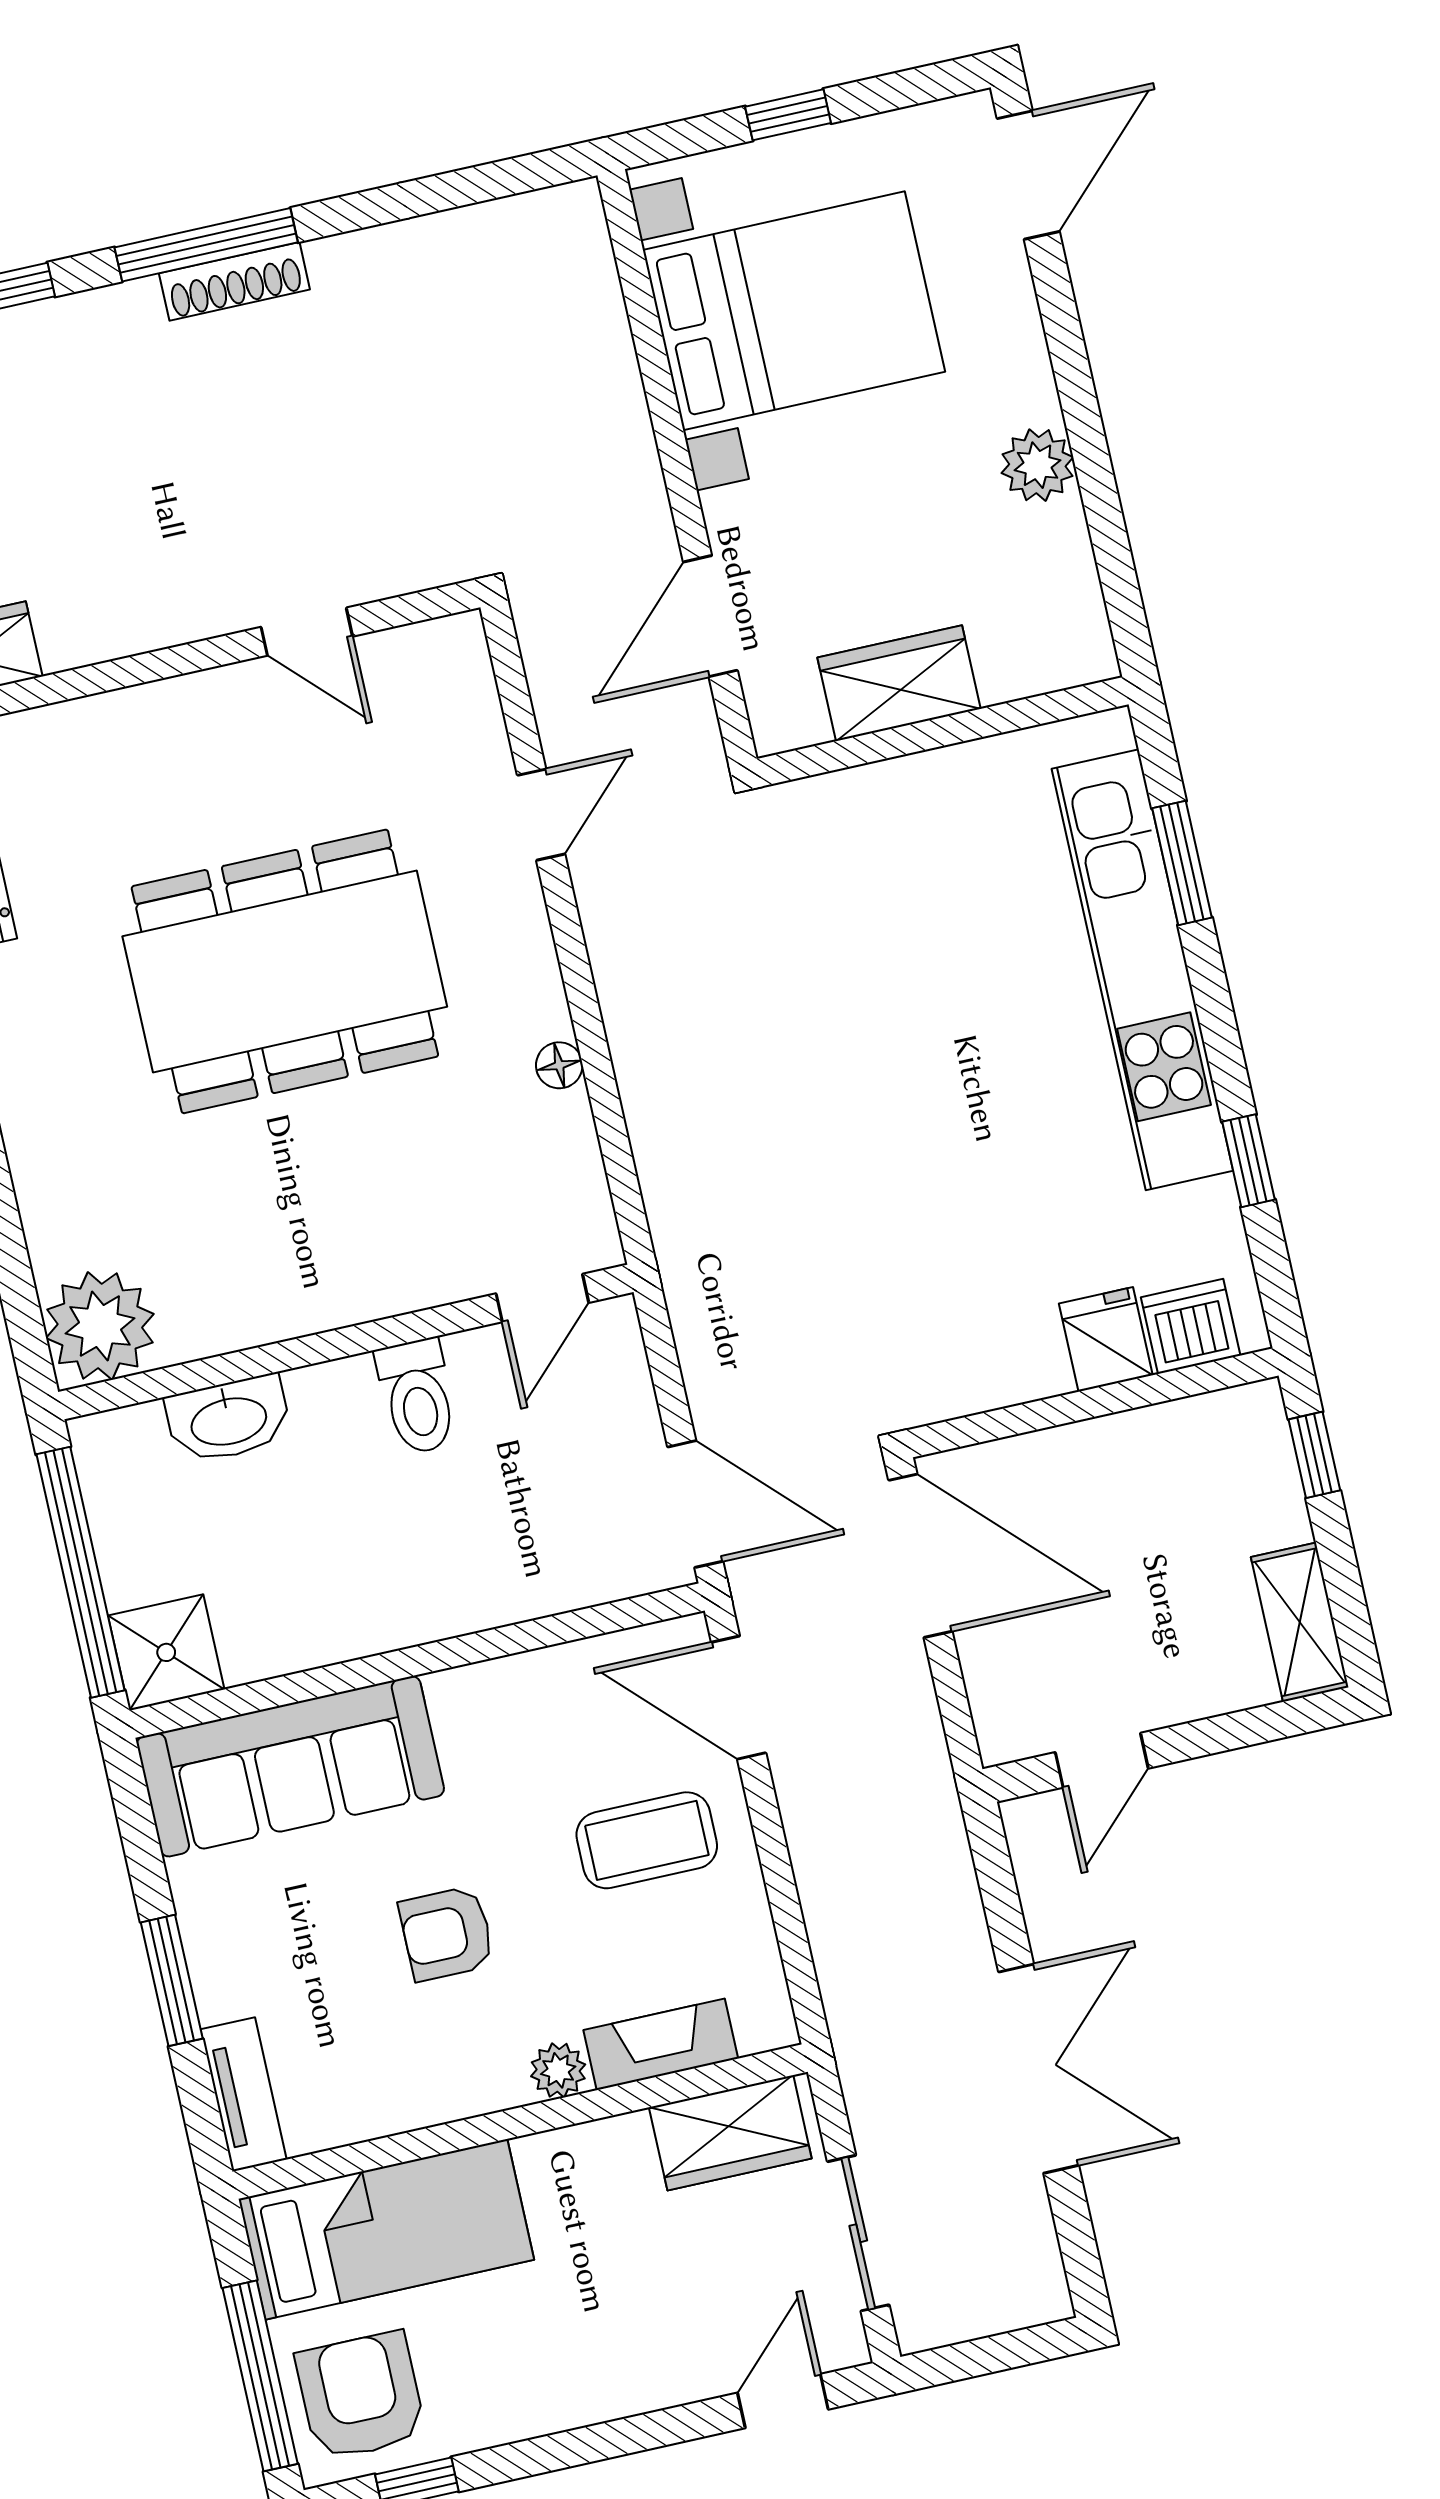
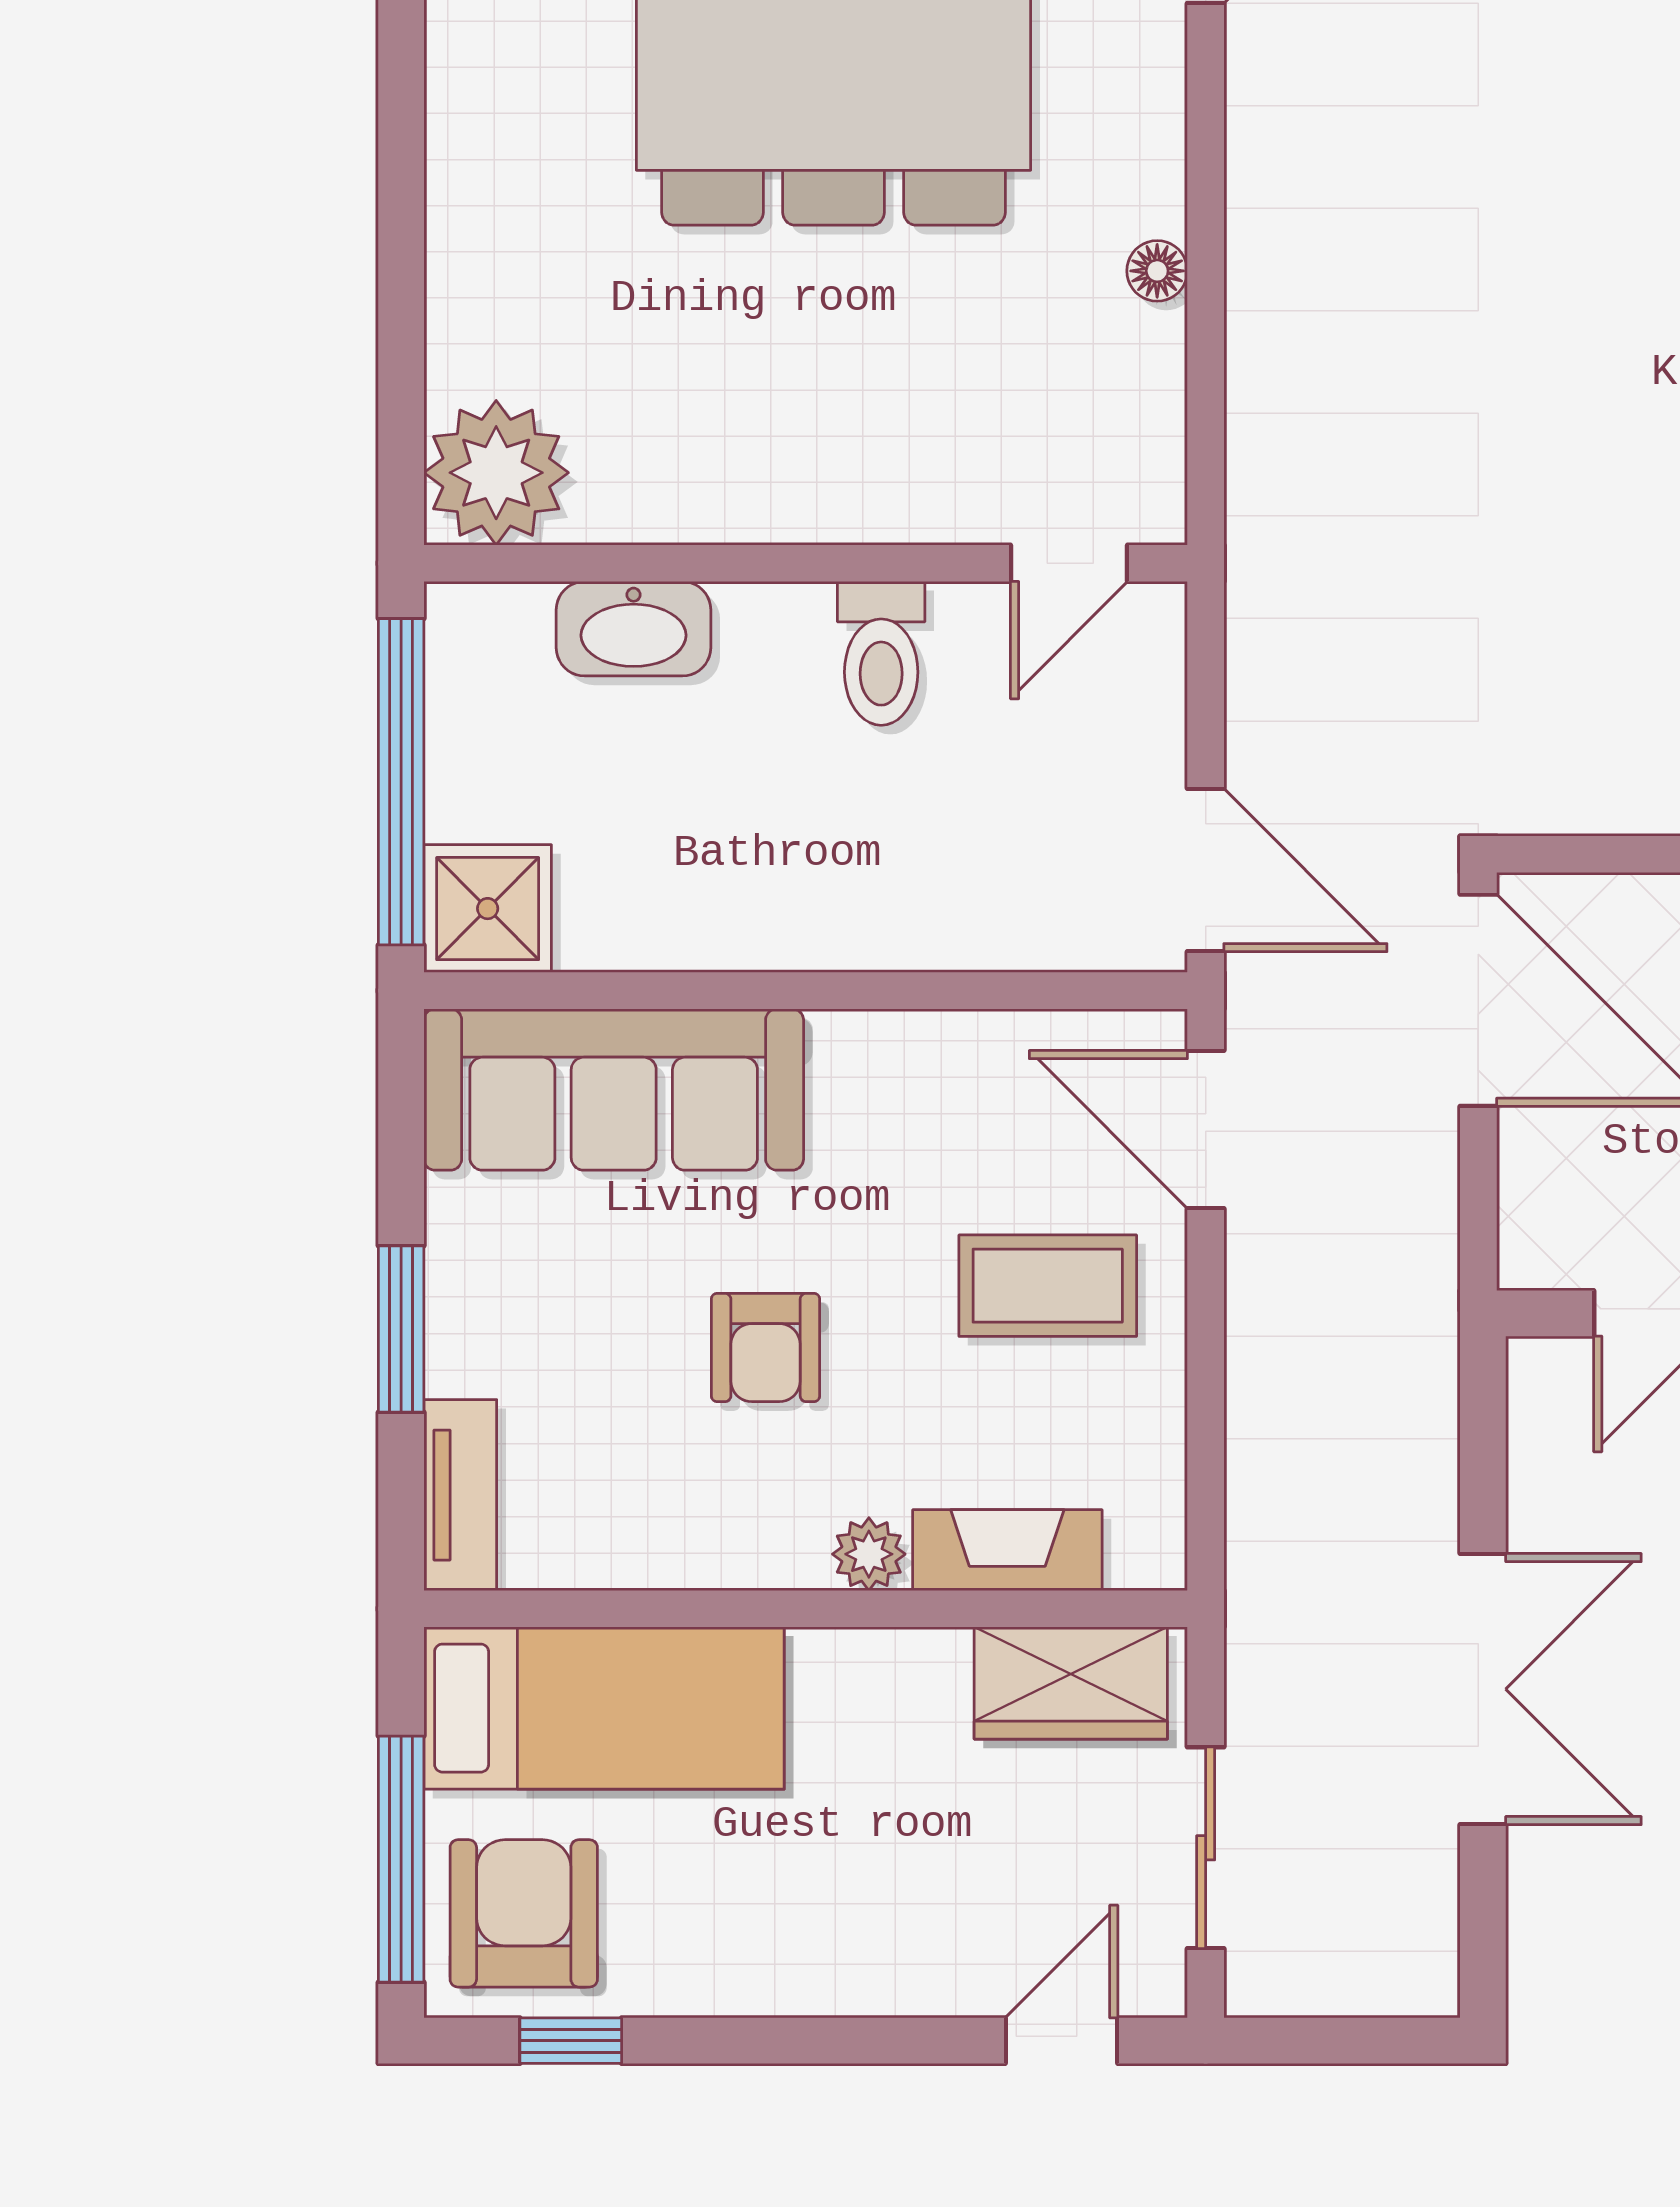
armchair: (447, 1933) -> (766, 1348), turned -90

